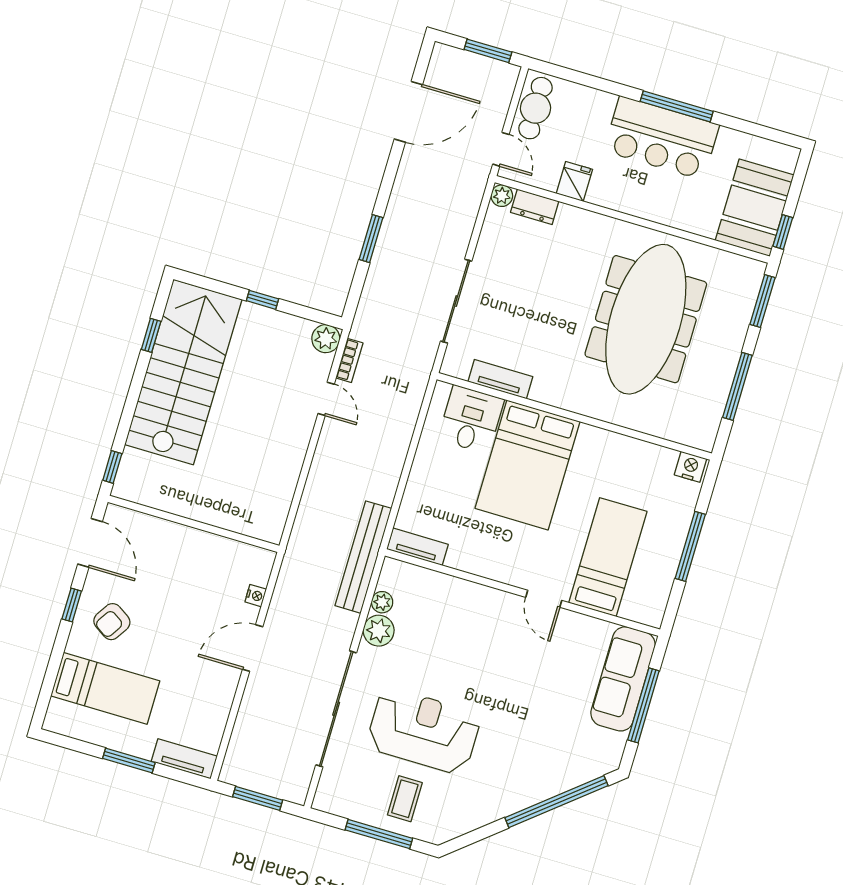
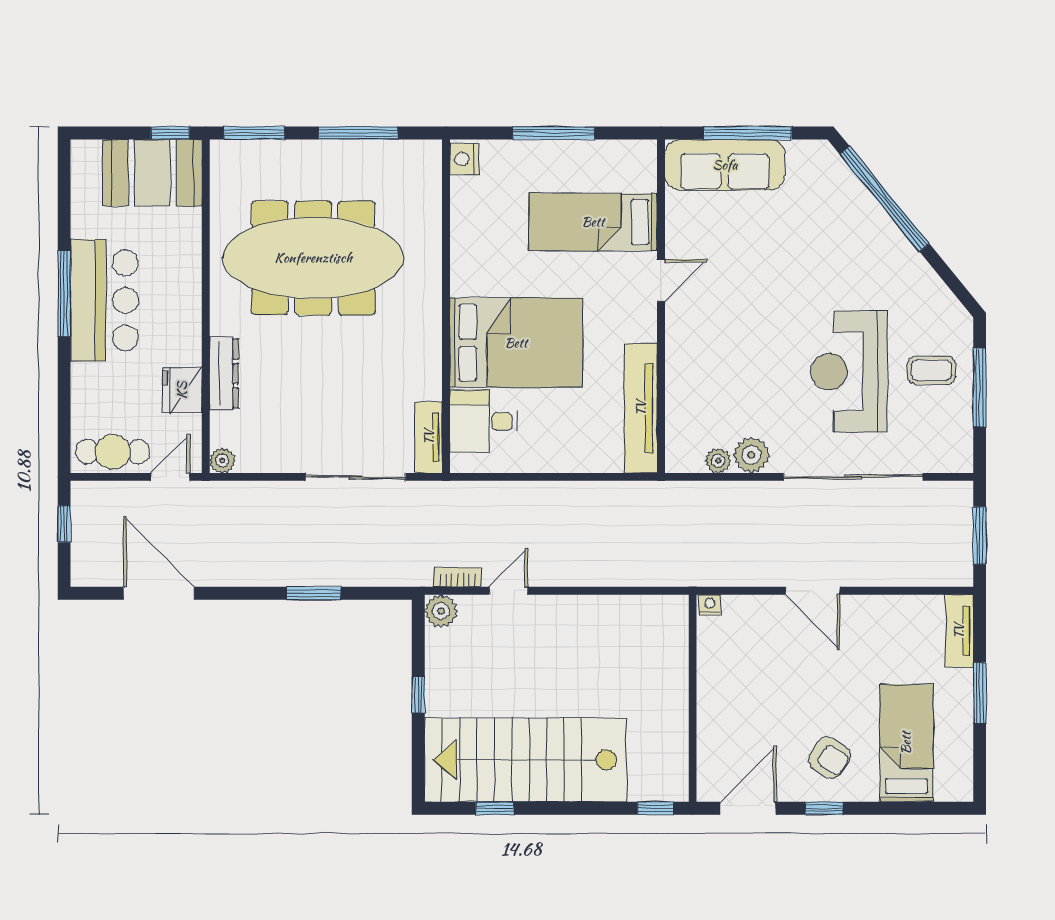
window: (488, 51) -> (64, 524), width x0.67
fridge: (574, 182) -> (182, 390), width x1.38
dresser: (535, 207) -> (224, 373), moved, width x1.44
tv unit: (500, 379) -> (429, 437), moved
tv unit: (417, 547) -> (641, 408), width x1.92, depth x1.29
bench: (363, 557) -> (674, 497), removed
nightstand: (256, 596) -> (710, 605), moved

